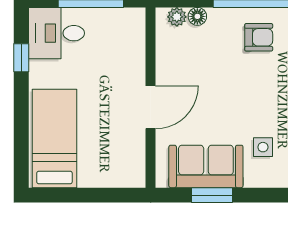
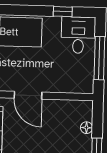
plant: (177, 17) -> (87, 114), removed

